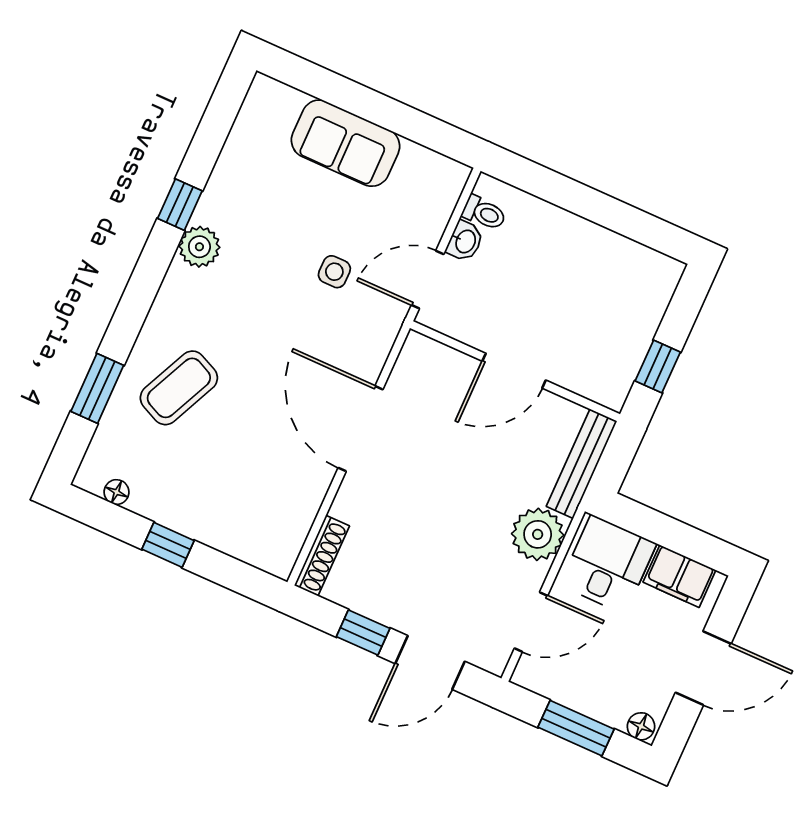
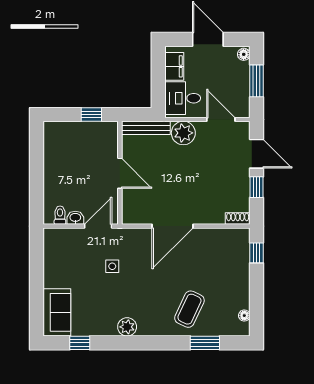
sofa: (345, 143) -> (57, 312), moved
window: (180, 205) -> (80, 343), moved
door: (428, 280) -> (98, 226), swing flipped
coffee table: (179, 388) -> (189, 309), turned 90
window: (168, 545) -> (257, 253), moved
shoe rack: (322, 556) -> (238, 219), width x0.70

